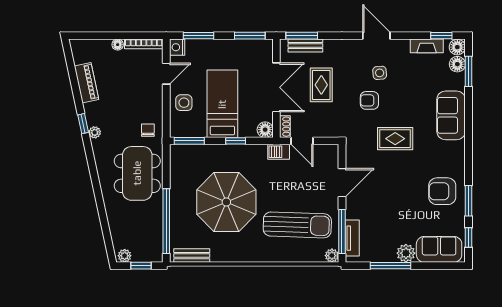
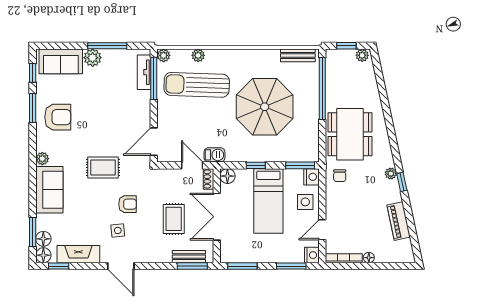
fireplace: (427, 46) -> (78, 254), width x1.37, depth x1.32
nightstand: (177, 129) -> (311, 177), added
plant: (458, 148) -> (42, 159), added
door: (342, 183) -> (154, 142), moved
plant: (296, 256) -> (198, 55), added

